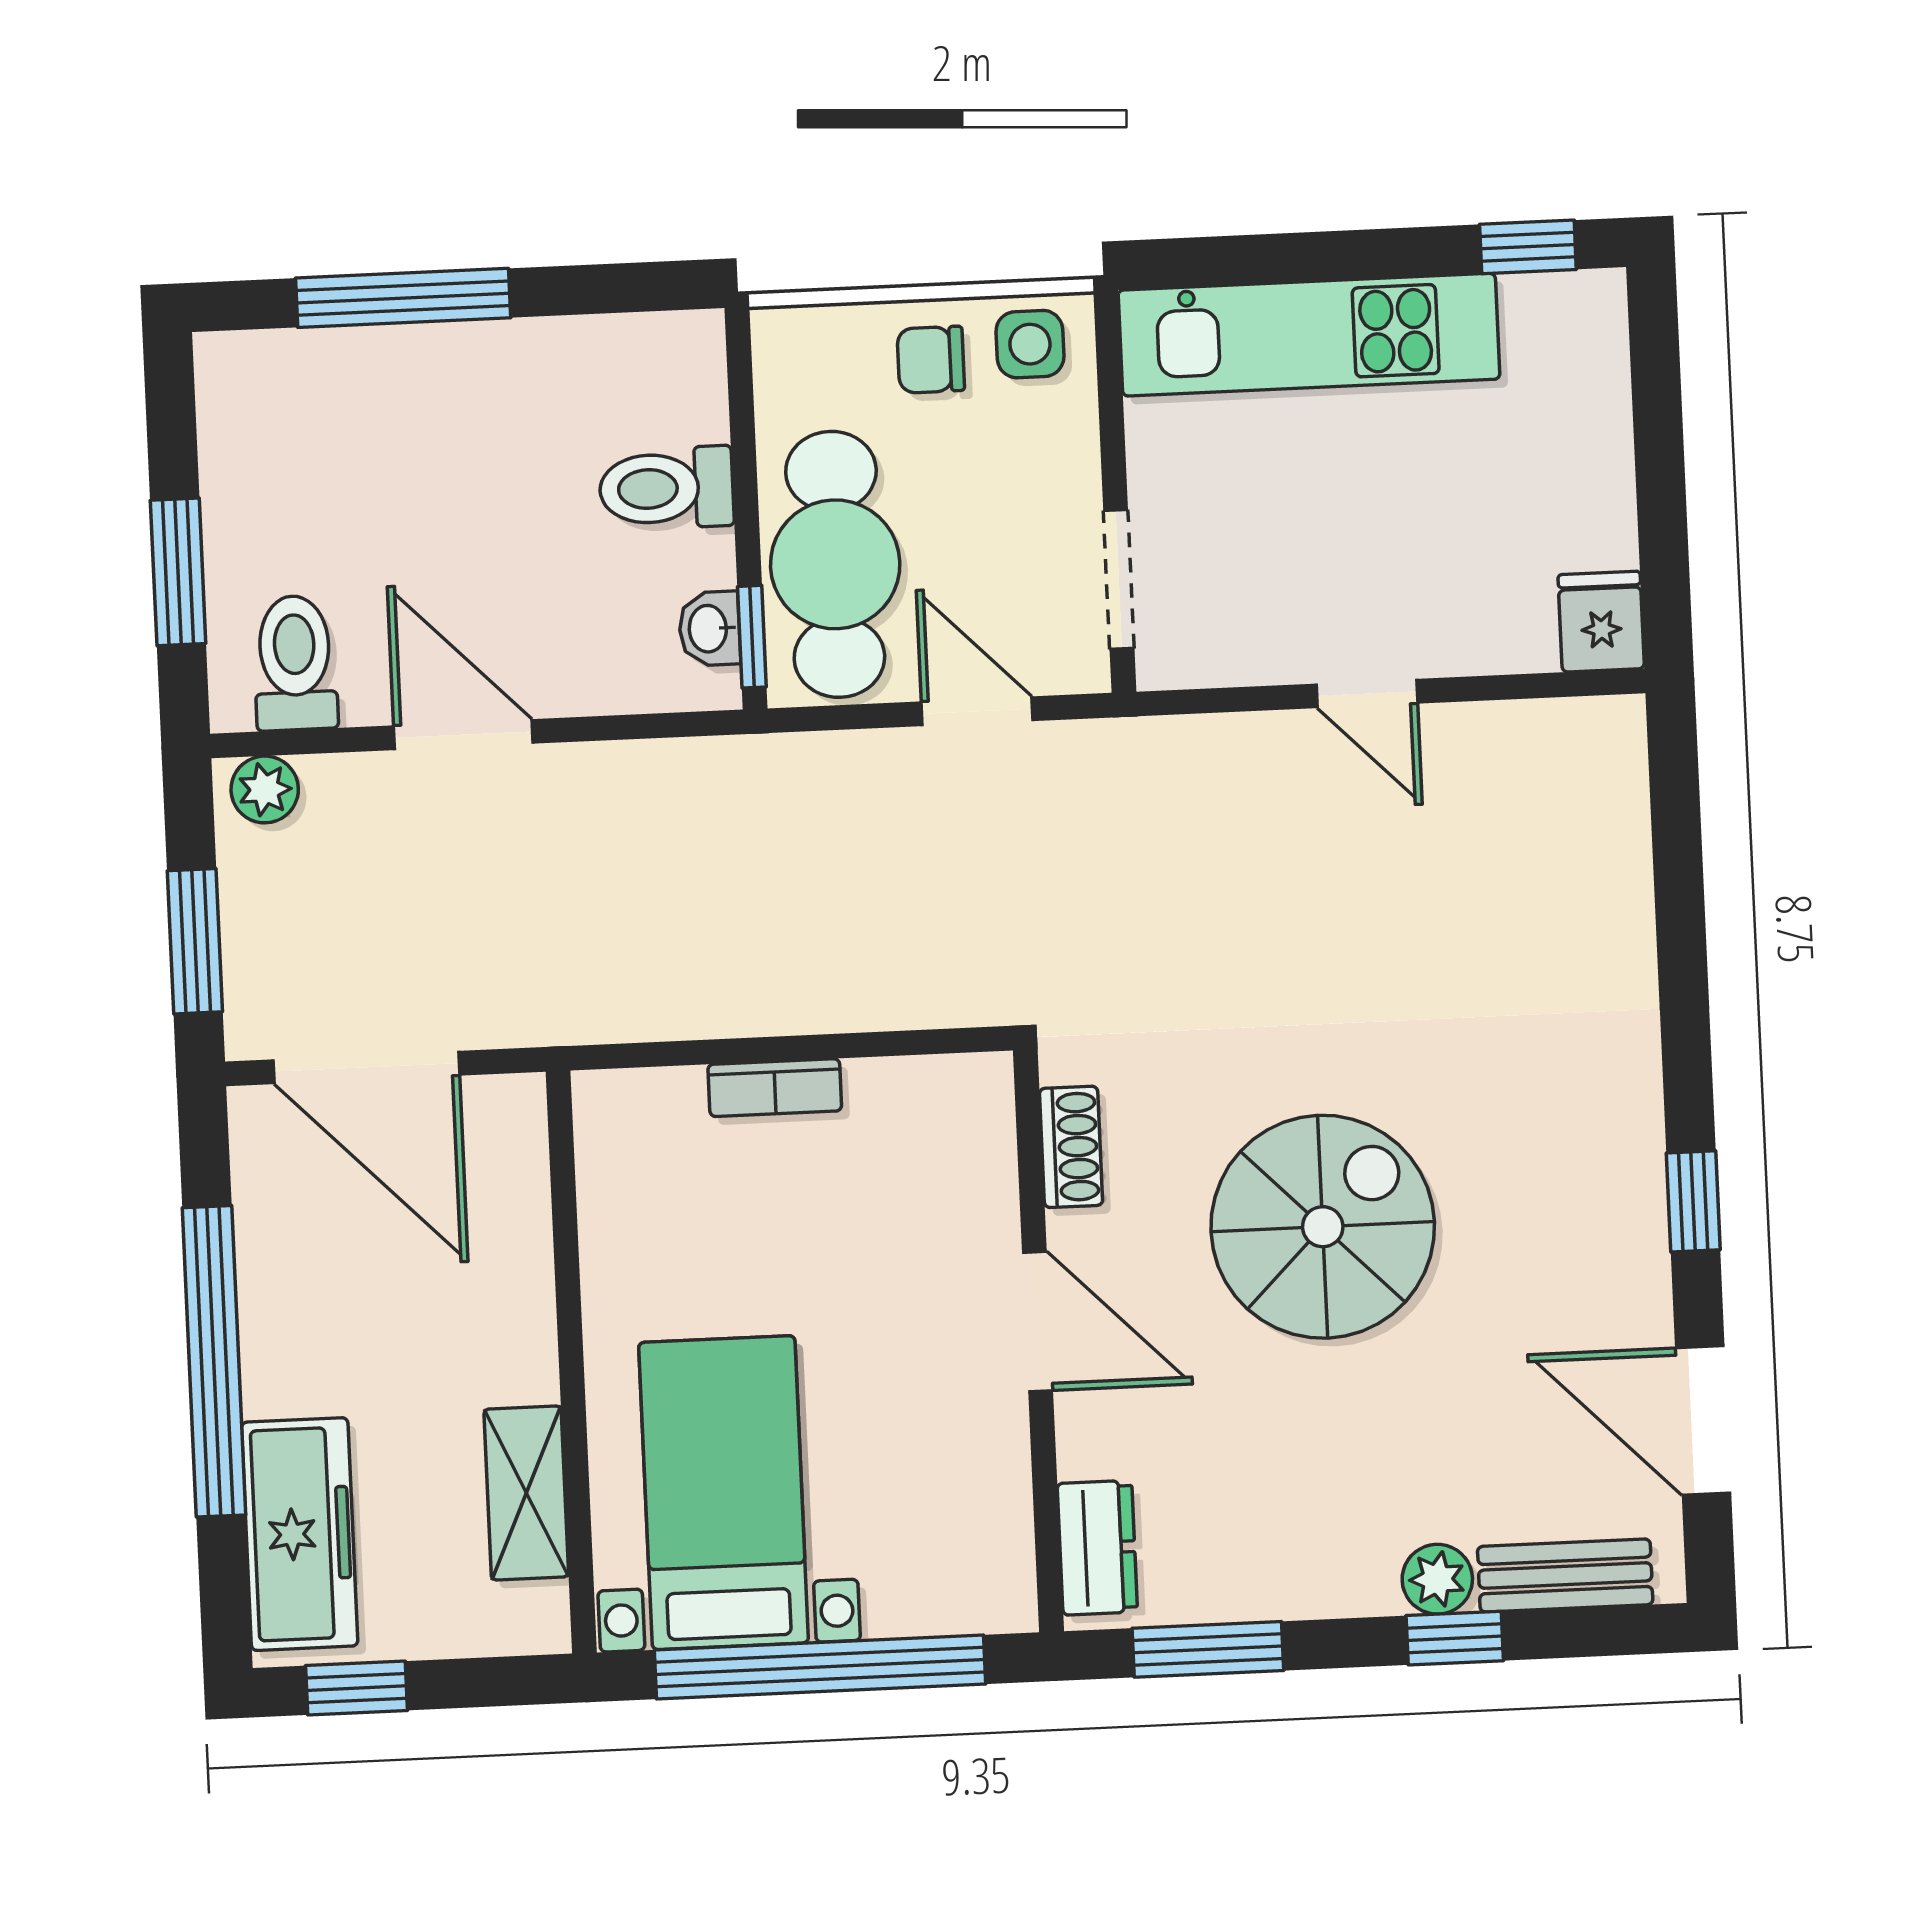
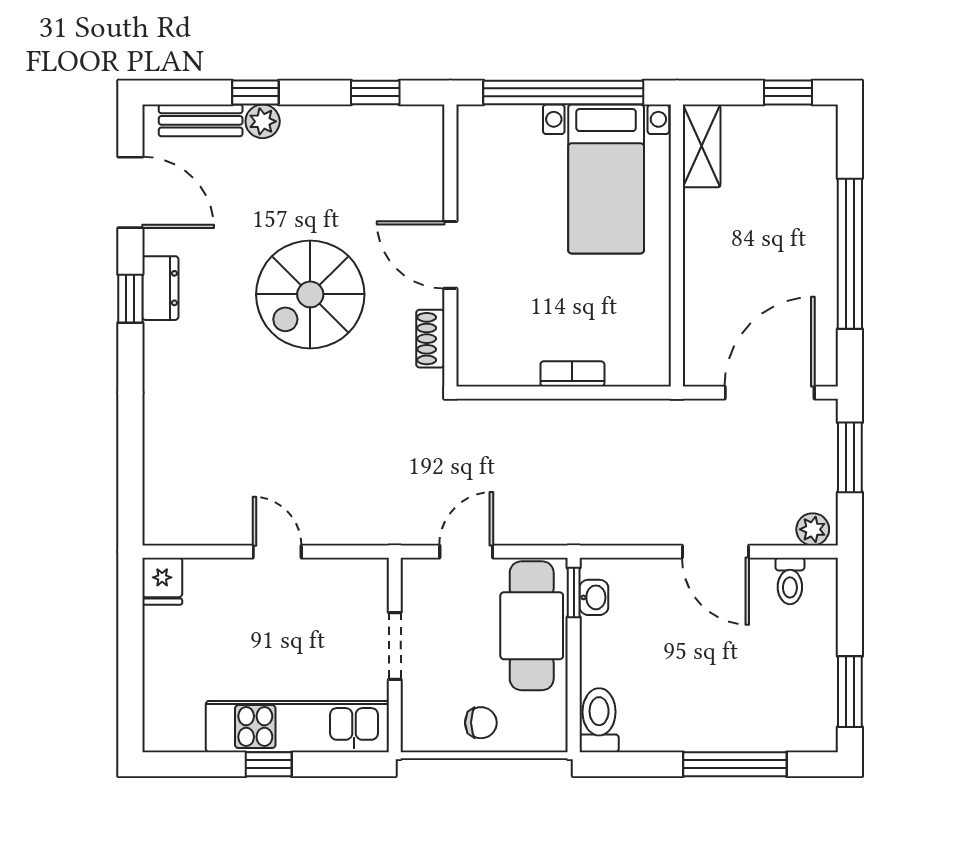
window: (1528, 247) -> (269, 764), moved
side table: (1030, 344) -> (433, 728), removed
toilet: (666, 488) -> (599, 720), moved, turned -90
window: (178, 572) -> (850, 692), moved
doorway: (1119, 580) -> (395, 646), moved
toilet: (295, 663) -> (790, 581), width x0.73, depth x0.72
door: (977, 711) -> (466, 552), swing flipped
door: (366, 1067) -> (770, 393), hinge flipped
shelving: (526, 1493) -> (702, 146), moved
freezer: (300, 1534) -> (812, 168), removed
dresser: (1097, 1548) -> (160, 288), moved, turned 180
window: (1208, 1649) -> (375, 92), width x0.67

